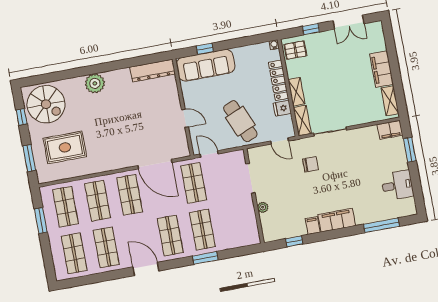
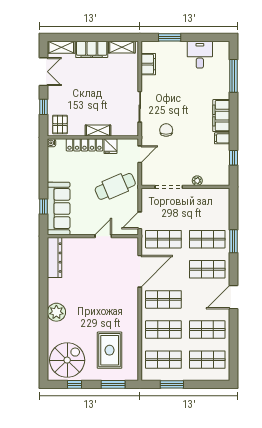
shelving: (302, 121) -> (61, 47), moved
filing cabinet: (390, 130) -> (148, 64), moved

